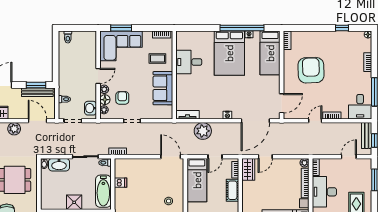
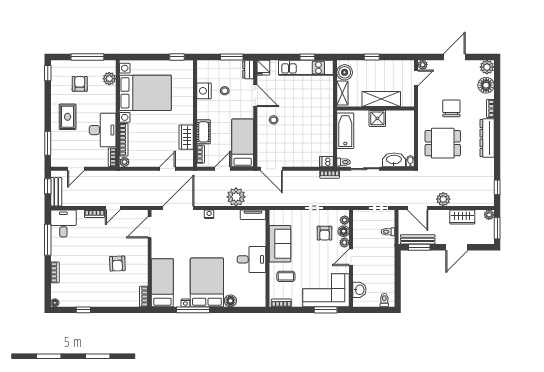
window: (242, 28) -> (193, 310), width x0.68
floor lamp: (208, 36) -> (230, 301), added
desk: (189, 62) -> (251, 259), moved
armchair: (311, 70) -> (117, 264), width x0.53, depth x0.53
washbasin: (91, 108) -> (359, 290), moved
wardrobe: (248, 169) -> (186, 137), moved
dishwasher: (121, 183) -> (326, 162), moved

